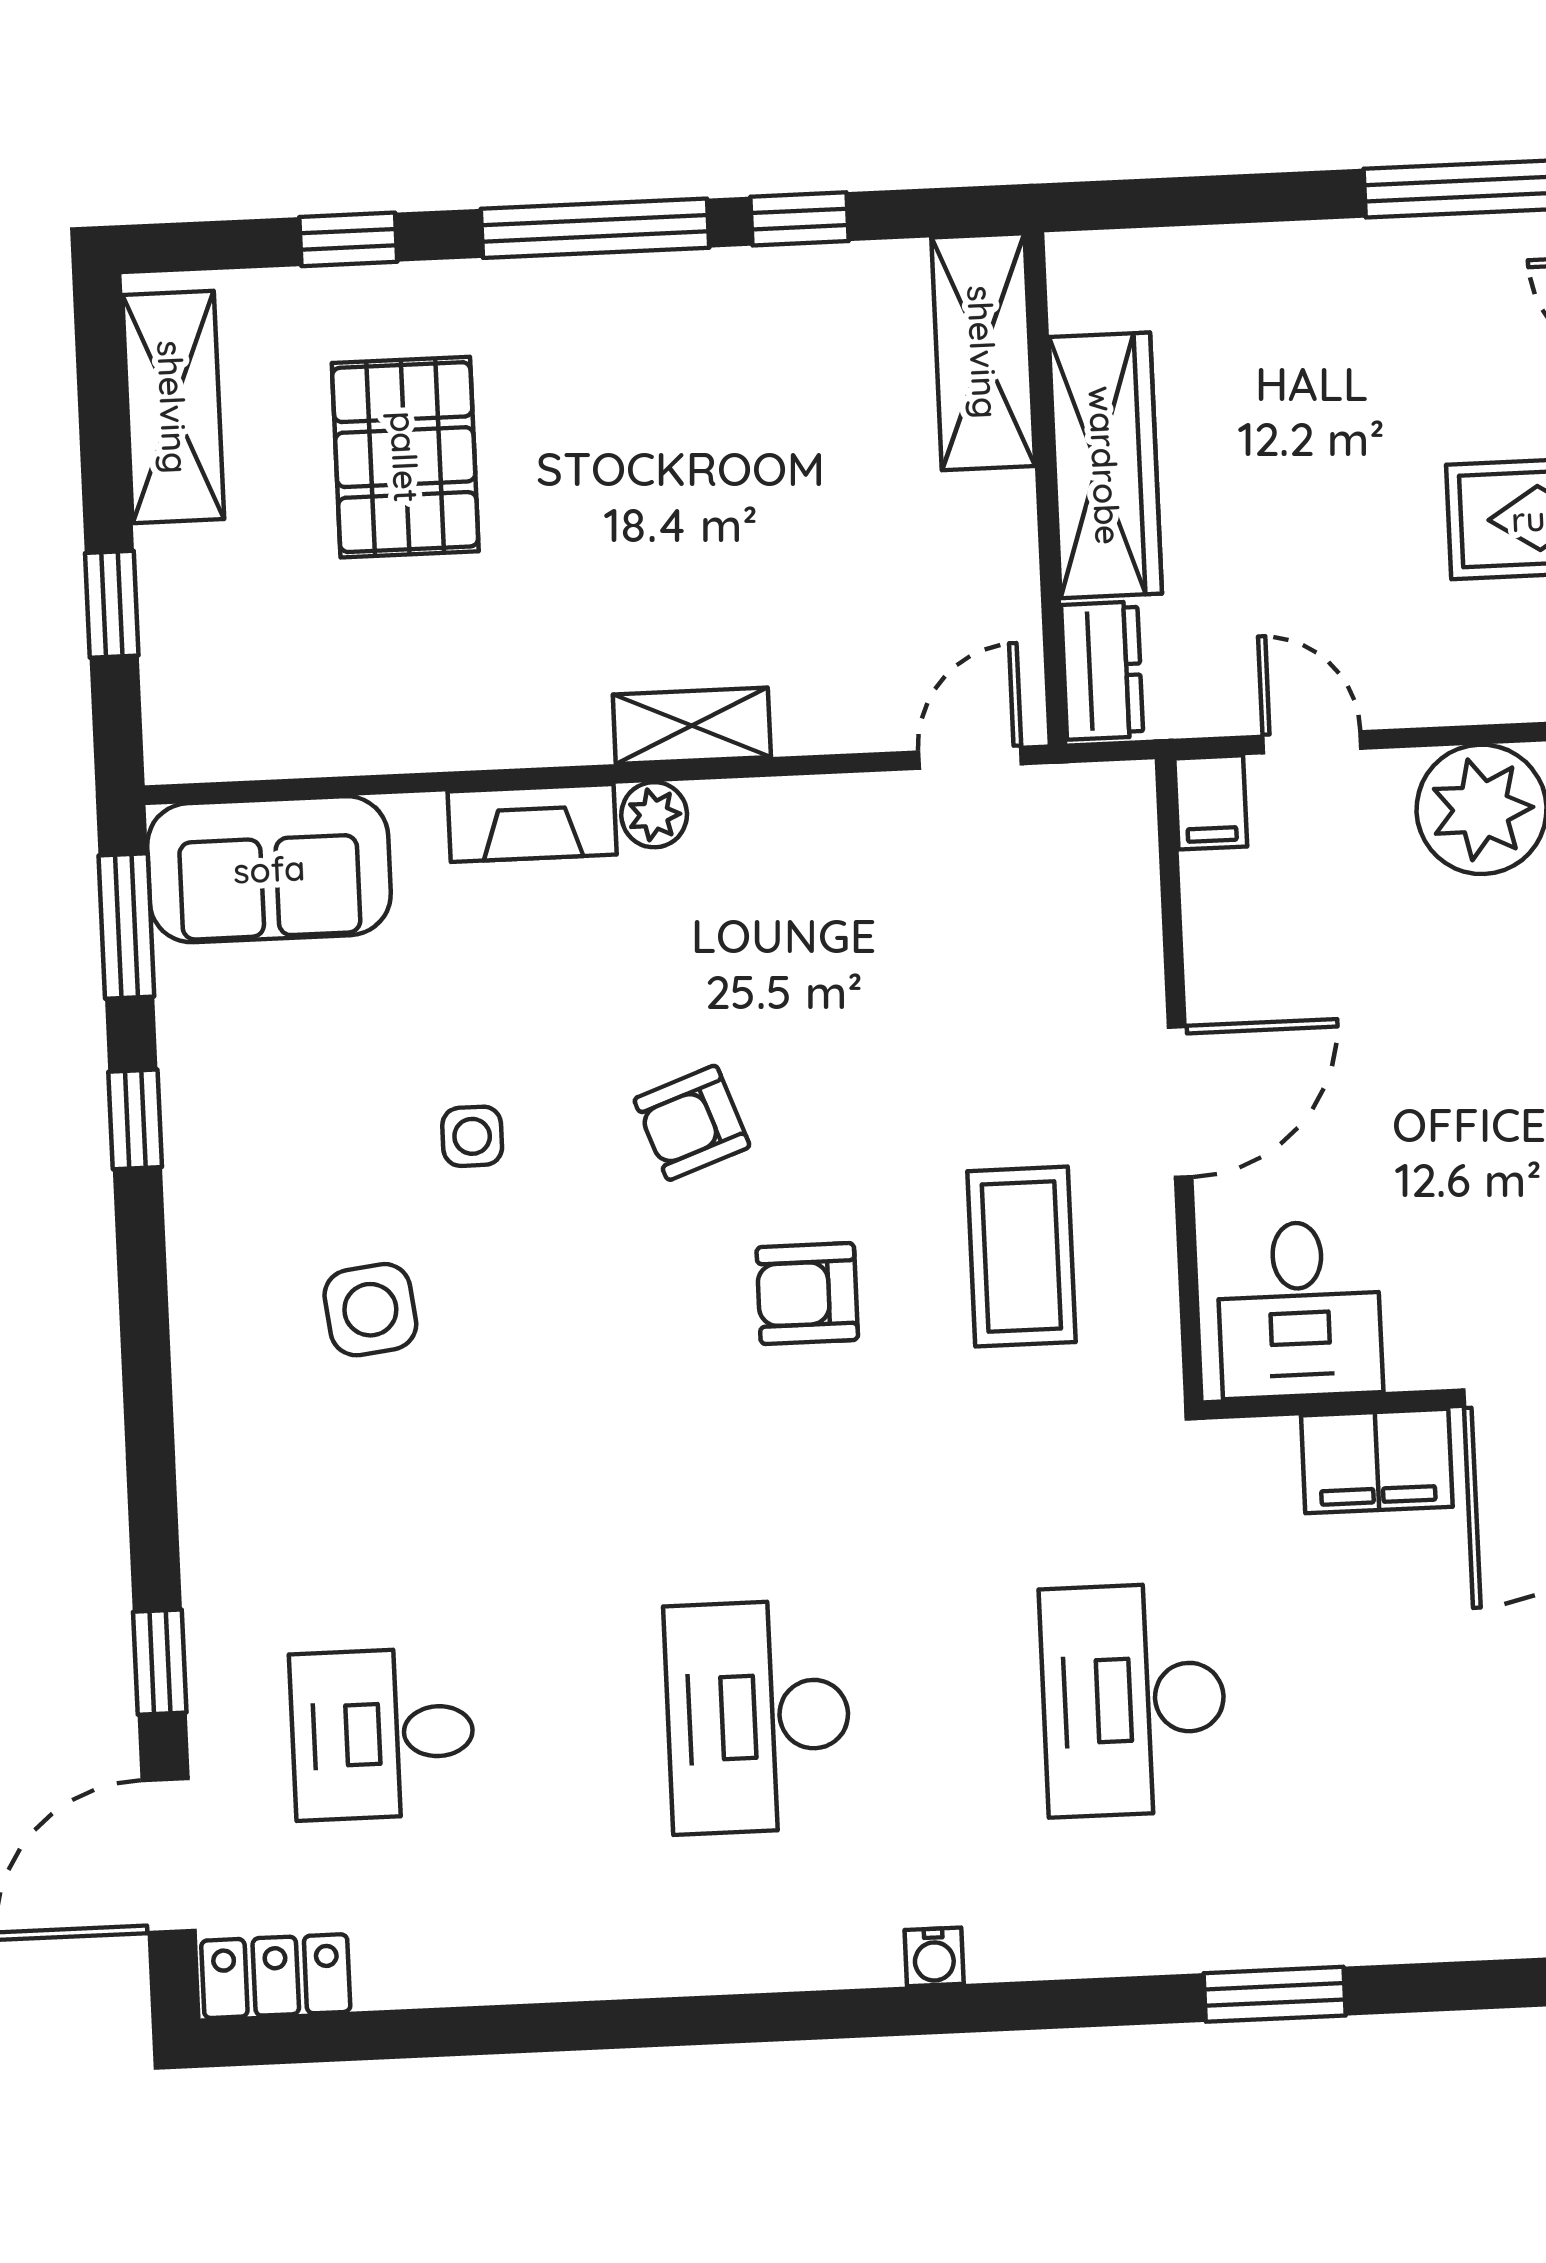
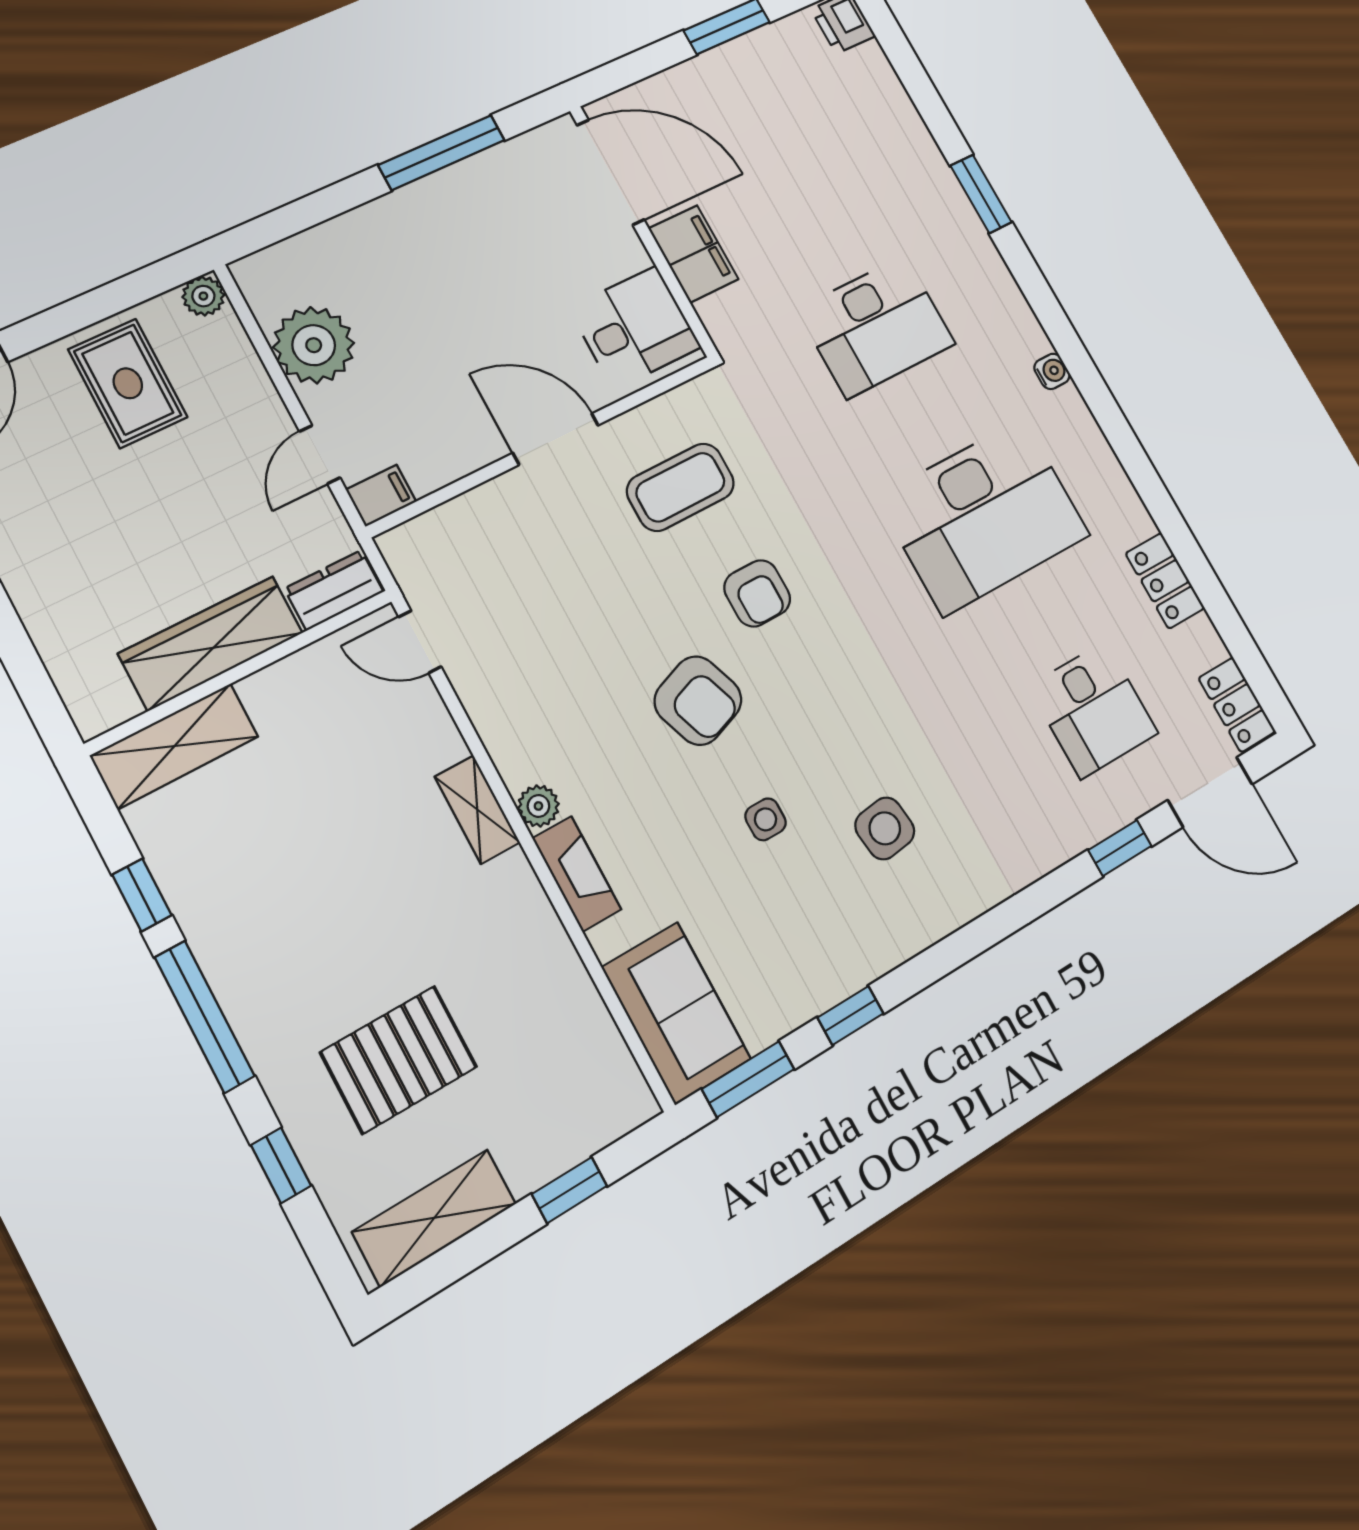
armchair: (692, 1123) -> (698, 700), width x1.38, depth x1.38
desk: (758, 1717) -> (984, 516), width x1.36, depth x1.30
locker: (520, 1964) -> (1165, 581), added

